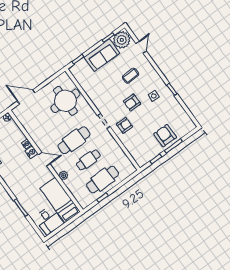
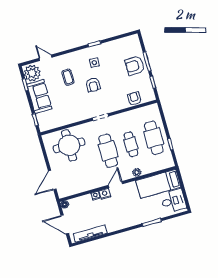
armchair: (124, 125) -> (134, 99), moved

